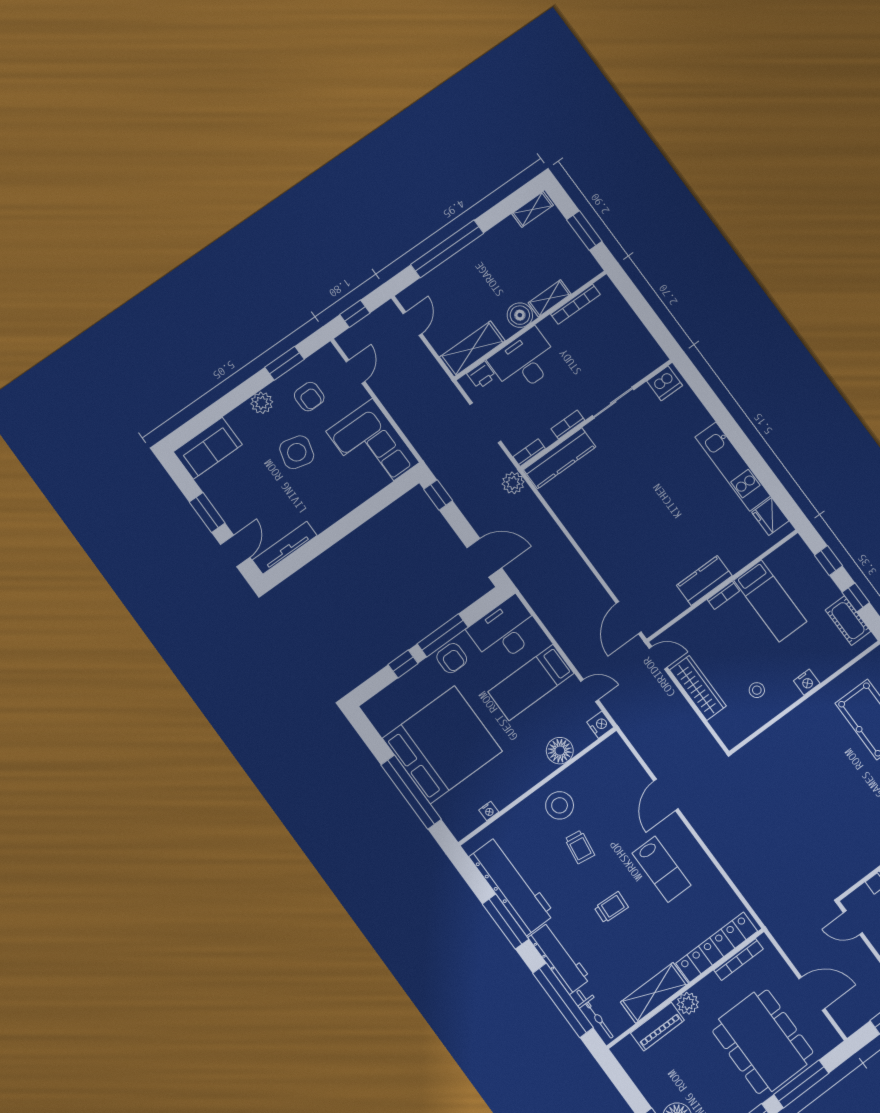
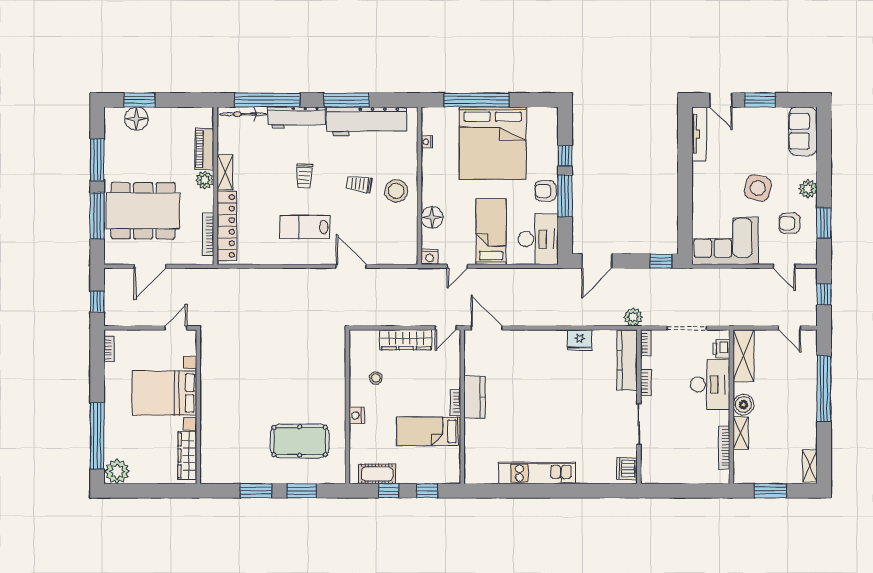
fridge: (770, 516) -> (580, 340), moved, turned 180
shelving: (654, 993) -> (225, 172), width x0.67, depth x0.75

